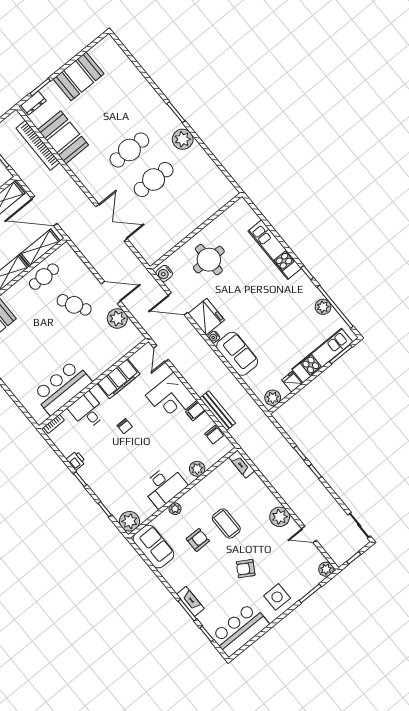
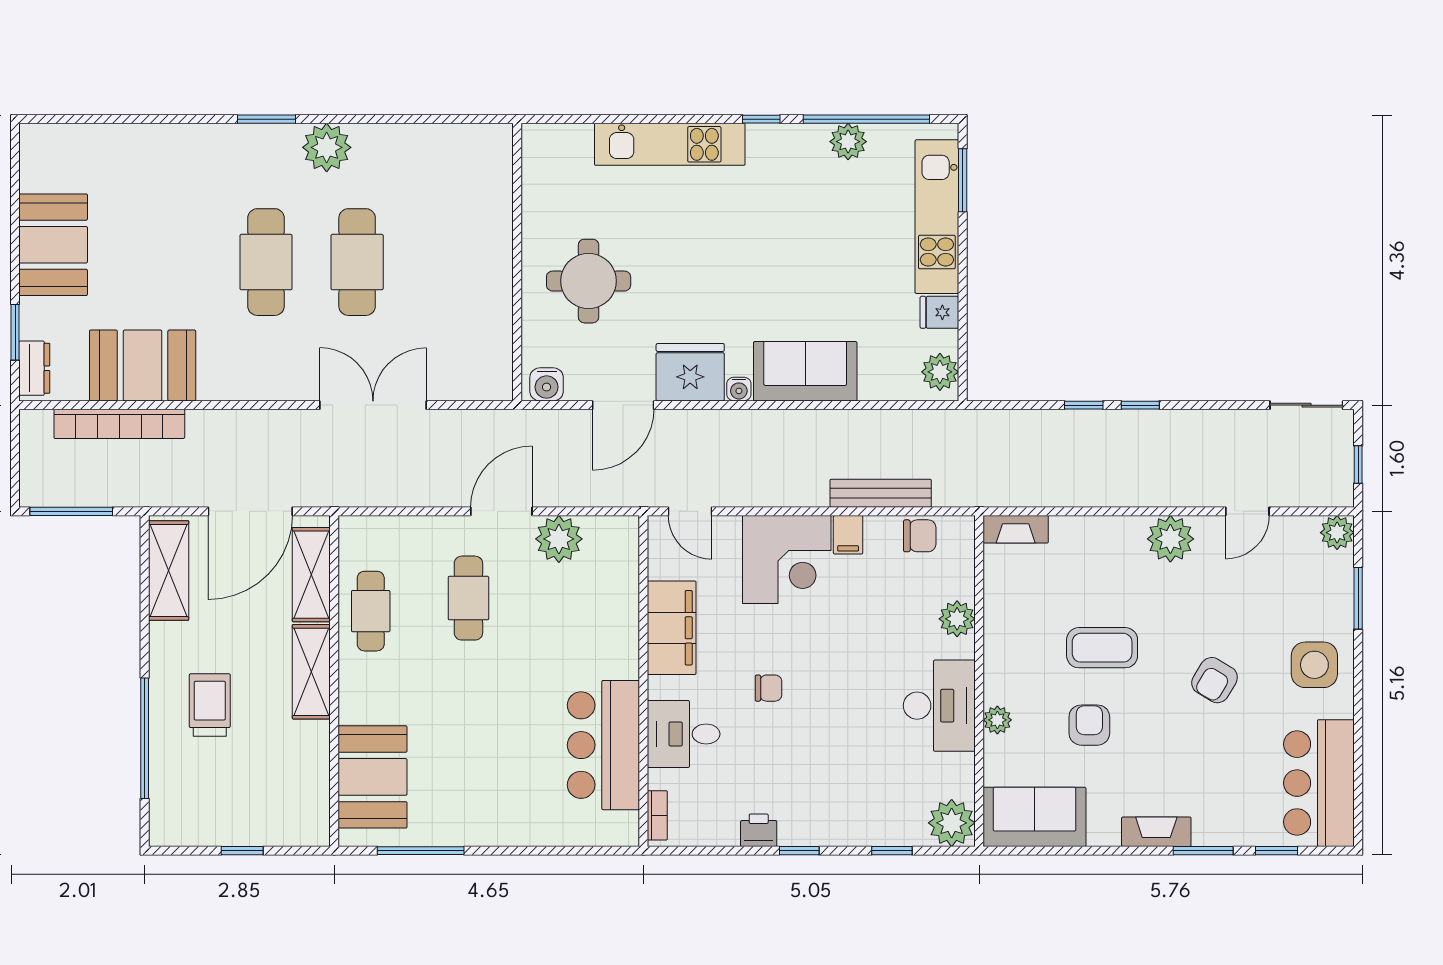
cafe table: (74, 305) -> (468, 598), turned -61
fireplace: (190, 601) -> (1156, 832), moved

